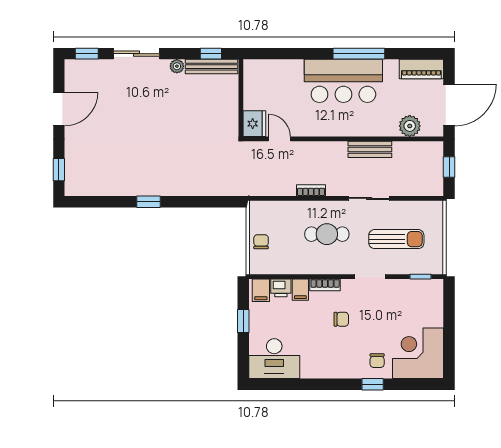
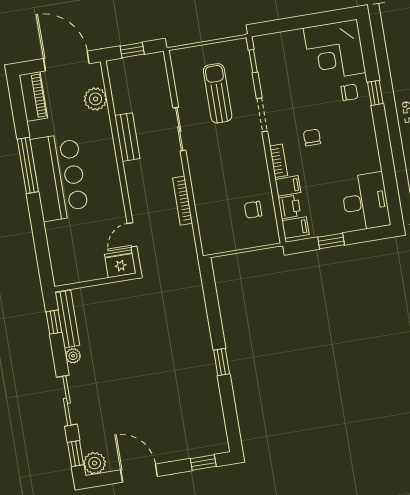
plant: (75, 70) -> (95, 463), added
bookcase: (311, 190) -> (183, 201), width x1.56
cafe table: (327, 234) -> (224, 168), removed
chair: (261, 242) -> (253, 210), moved

